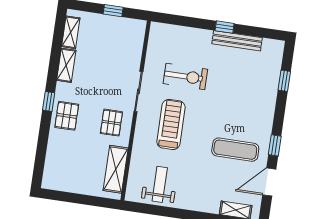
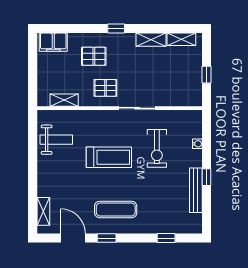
water cooler: (187, 32) -> (197, 144), added
pallet: (67, 116) -> (94, 56), moved
treadmill: (171, 124) -> (109, 157), moved
exercise mat: (235, 150) -> (116, 210), moved, turned 90
shelving: (116, 169) -> (64, 100), width x0.67, depth x0.75
filing cabinet: (53, 172) -> (53, 42), added

